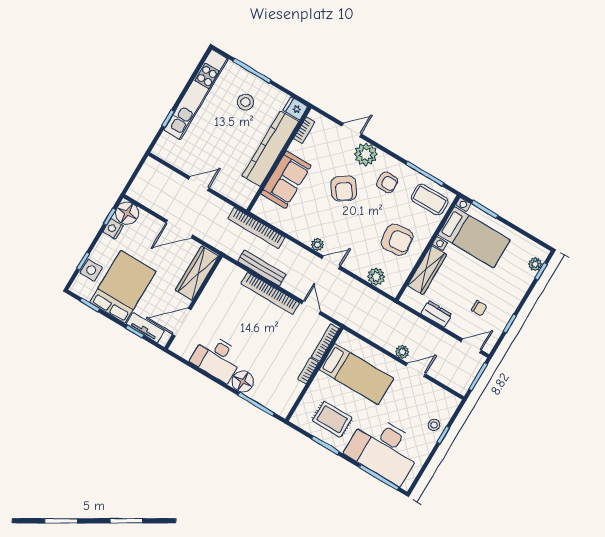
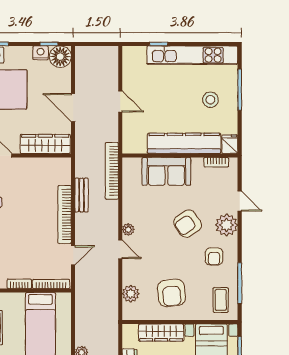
coffee table: (430, 199) -> (221, 300), width x0.73, depth x0.77
bench: (262, 268) -> (81, 195), width x0.73

